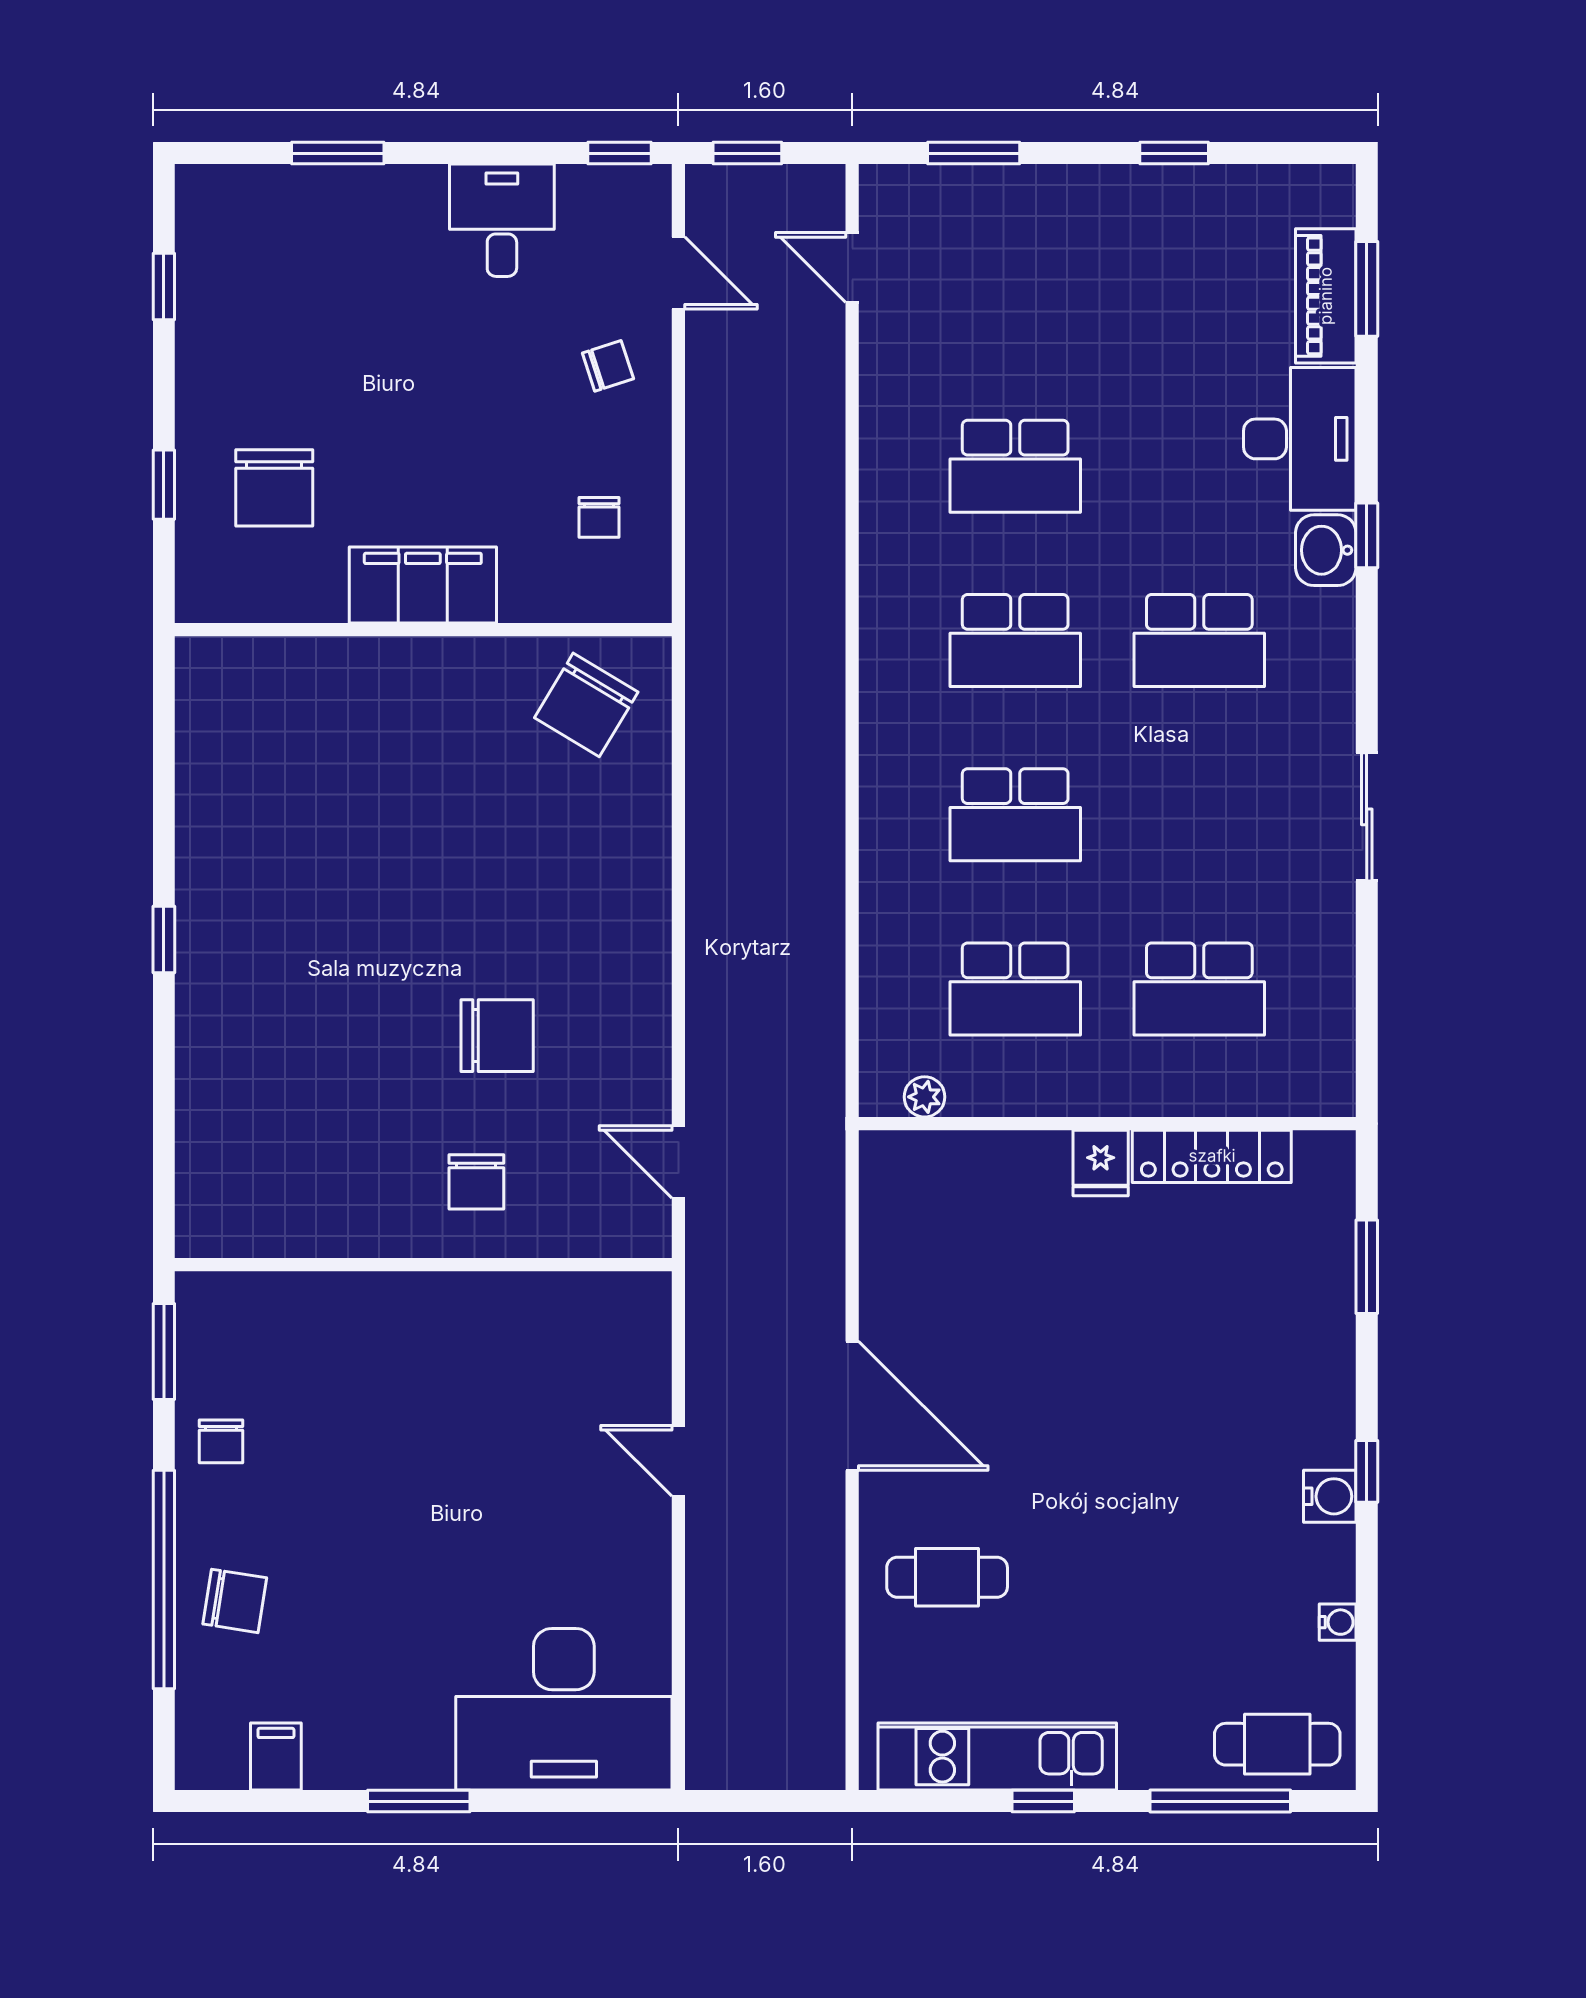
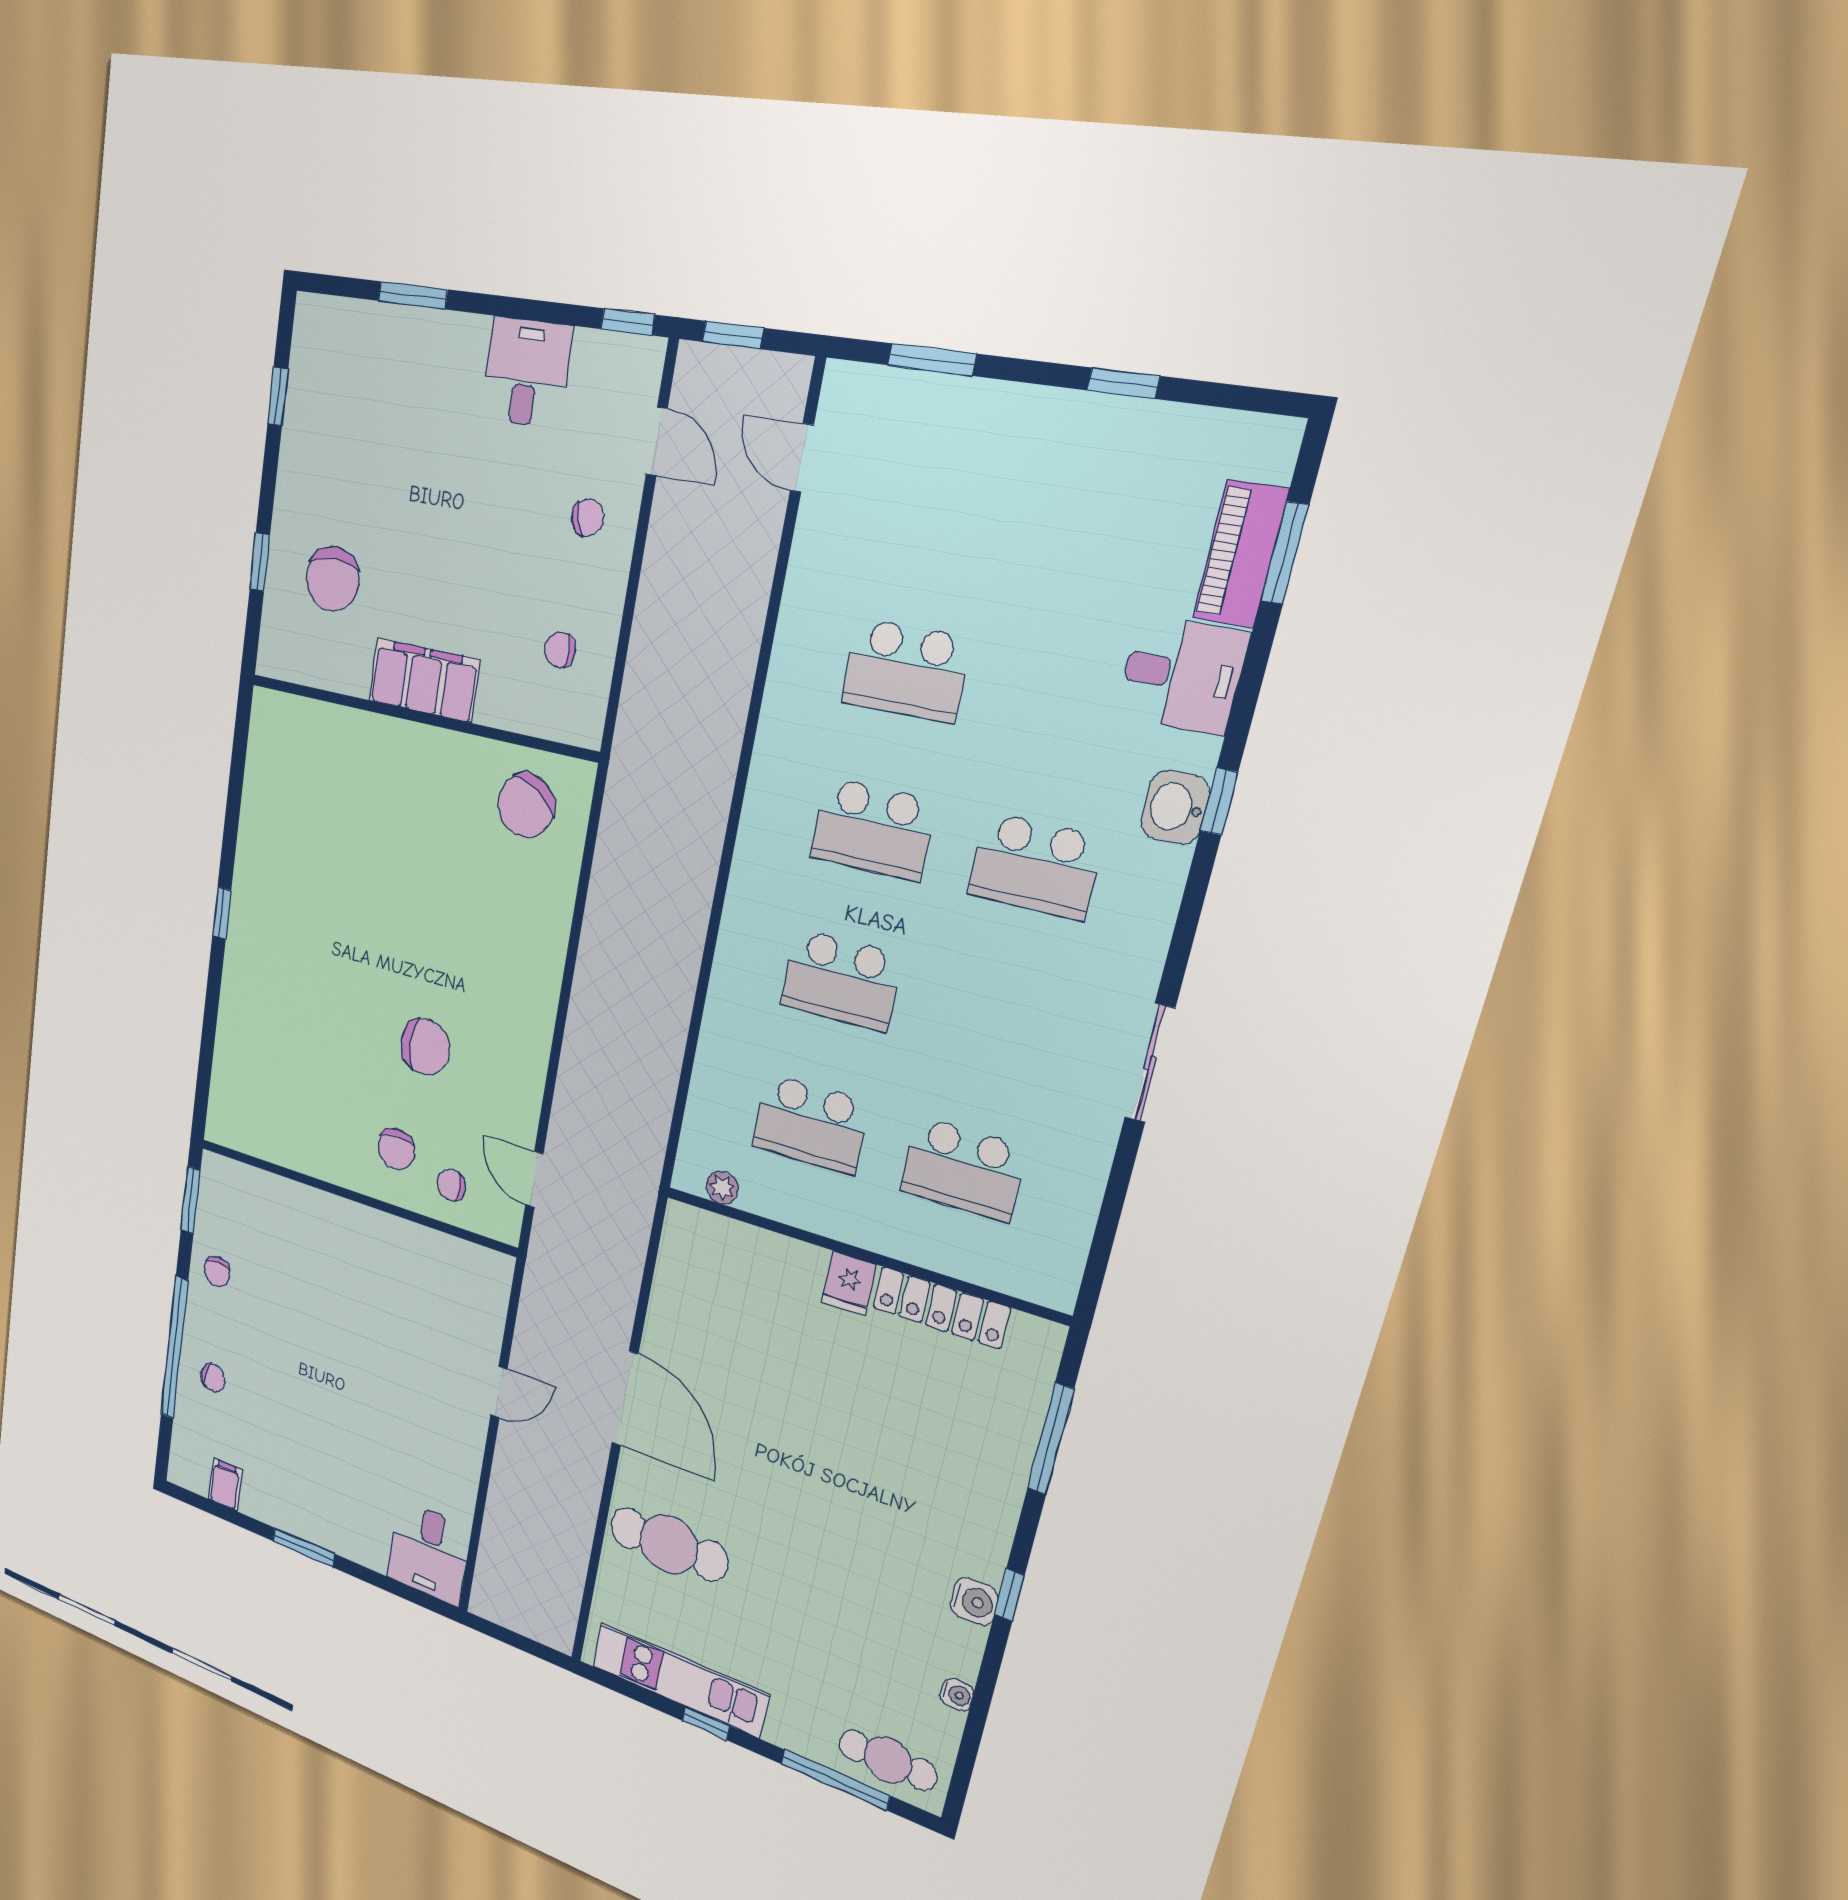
desk: (1300, 439) -> (1182, 675), width x0.73
chair: (599, 517) -> (560, 650), turned 90
chair: (563, 1205) -> (451, 1185), added
window: (1367, 1267) -> (1051, 1439), width x1.44
door: (678, 1461) -> (499, 1392), swing flipped
cafe table: (947, 1577) -> (669, 1544), width x1.37, depth x1.35
chair: (235, 1601) -> (213, 1378), width x0.73, depth x0.73
desk: (564, 1709) -> (429, 1553), width x0.53, depth x0.77

